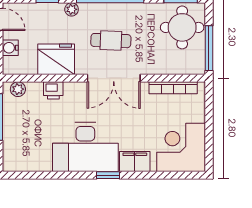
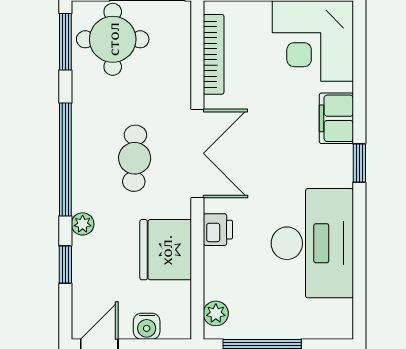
printer: (53, 90) -> (218, 230), moved
desk: (85, 147) -> (312, 243), moved

